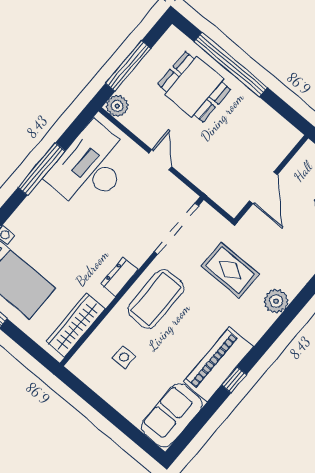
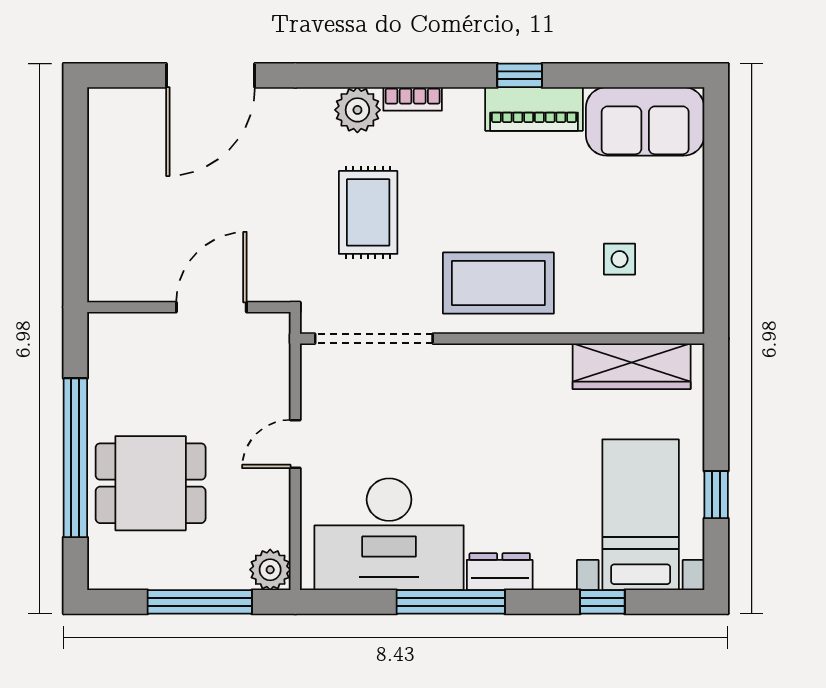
dining table: (194, 87) -> (151, 483), turned 90
wall: (271, 178) -> (189, 307), moved
door: (263, 188) -> (211, 307), moved
dresser: (119, 277) -> (500, 572), moved, turned 180
bookcase: (261, 328) -> (413, 99), added
piano: (219, 364) -> (534, 109), width x0.73, depth x0.75

